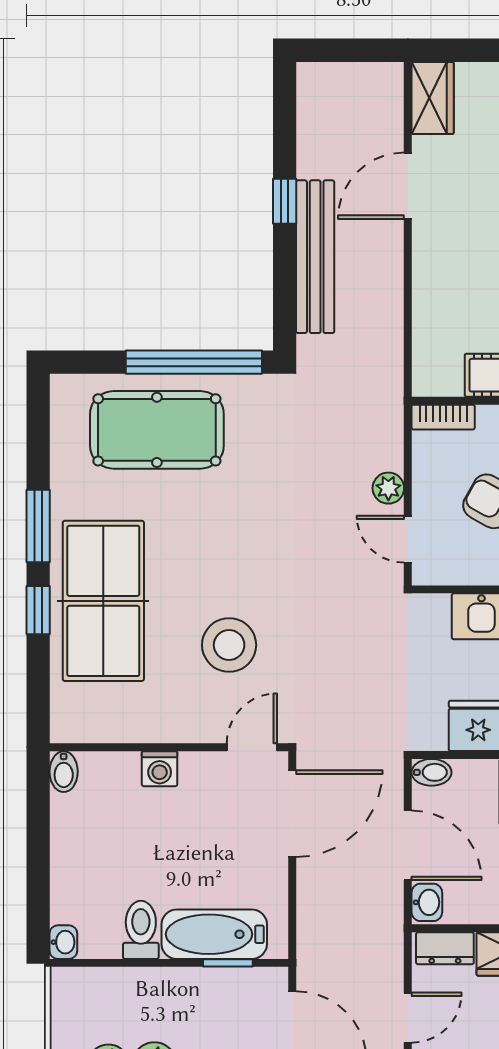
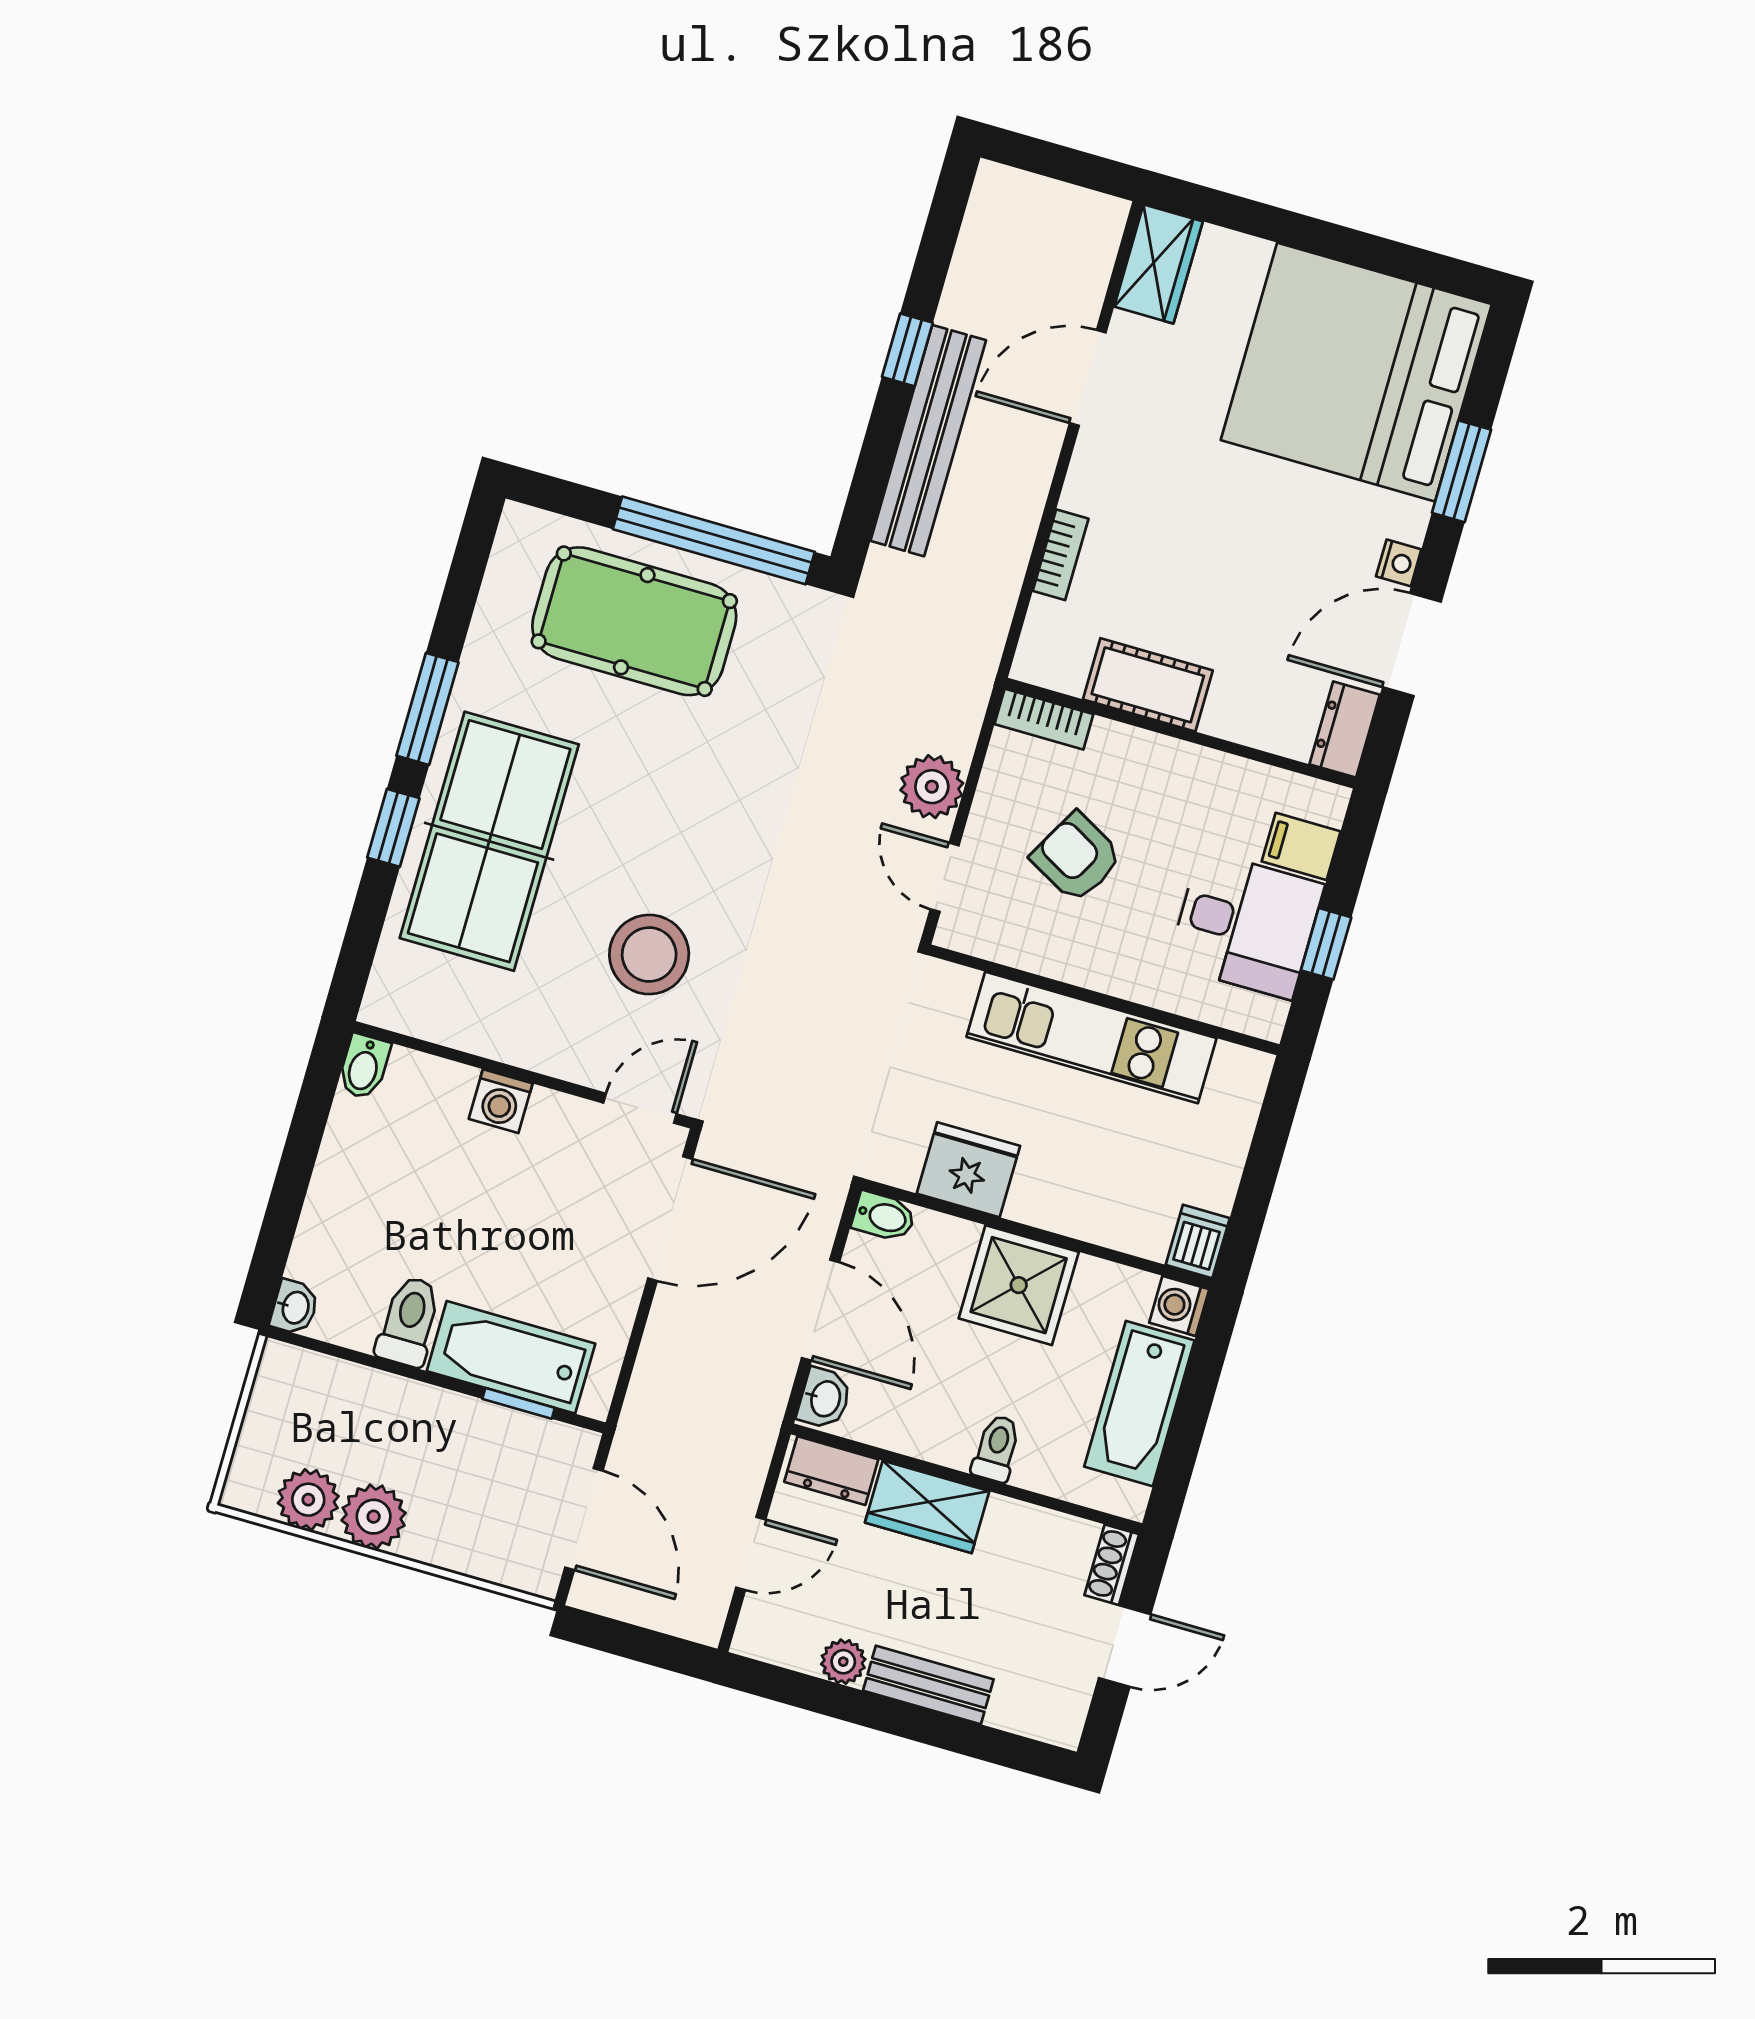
bookcase: (423, 306) -> (1061, 555), added
plant: (388, 488) -> (932, 787), width x1.38, depth x1.38

